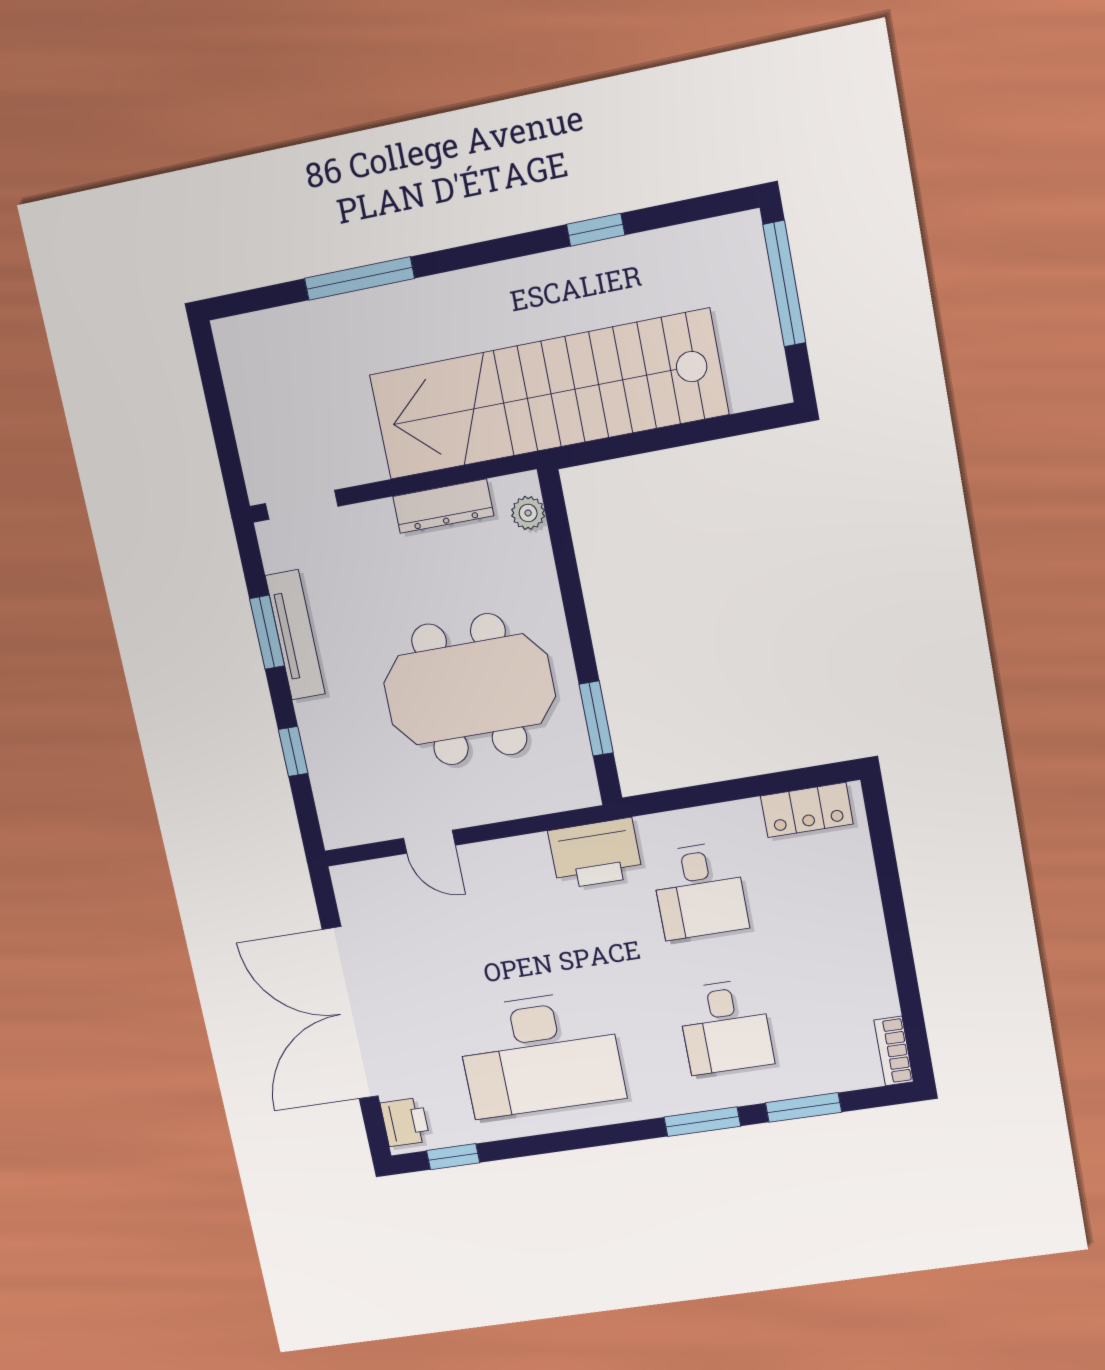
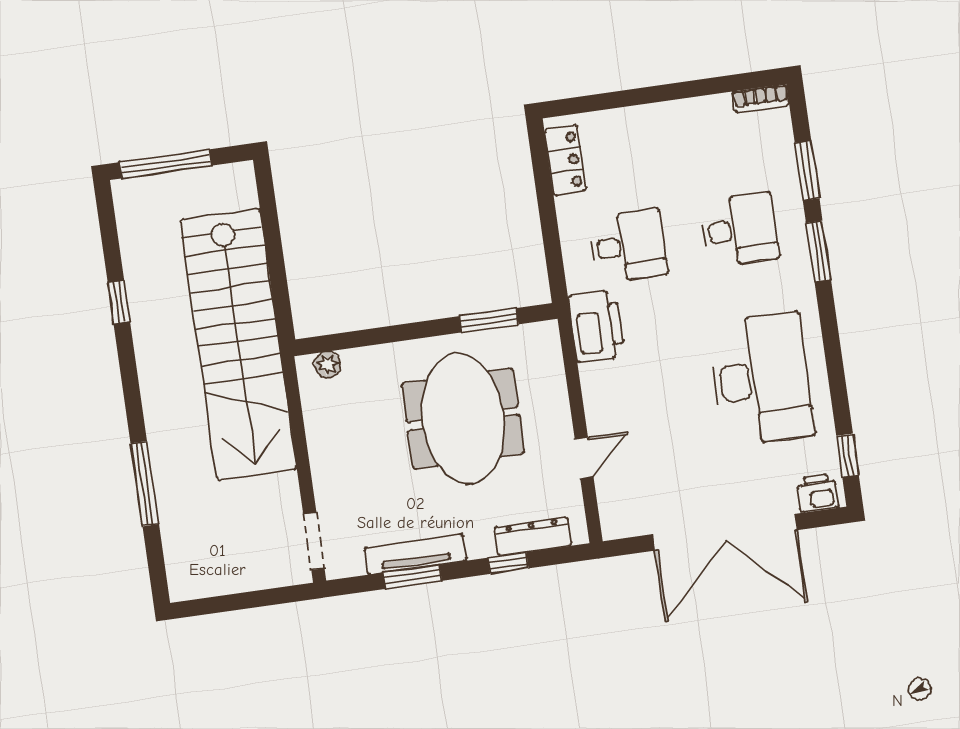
dresser: (443, 506) -> (533, 537), moved, turned -90

